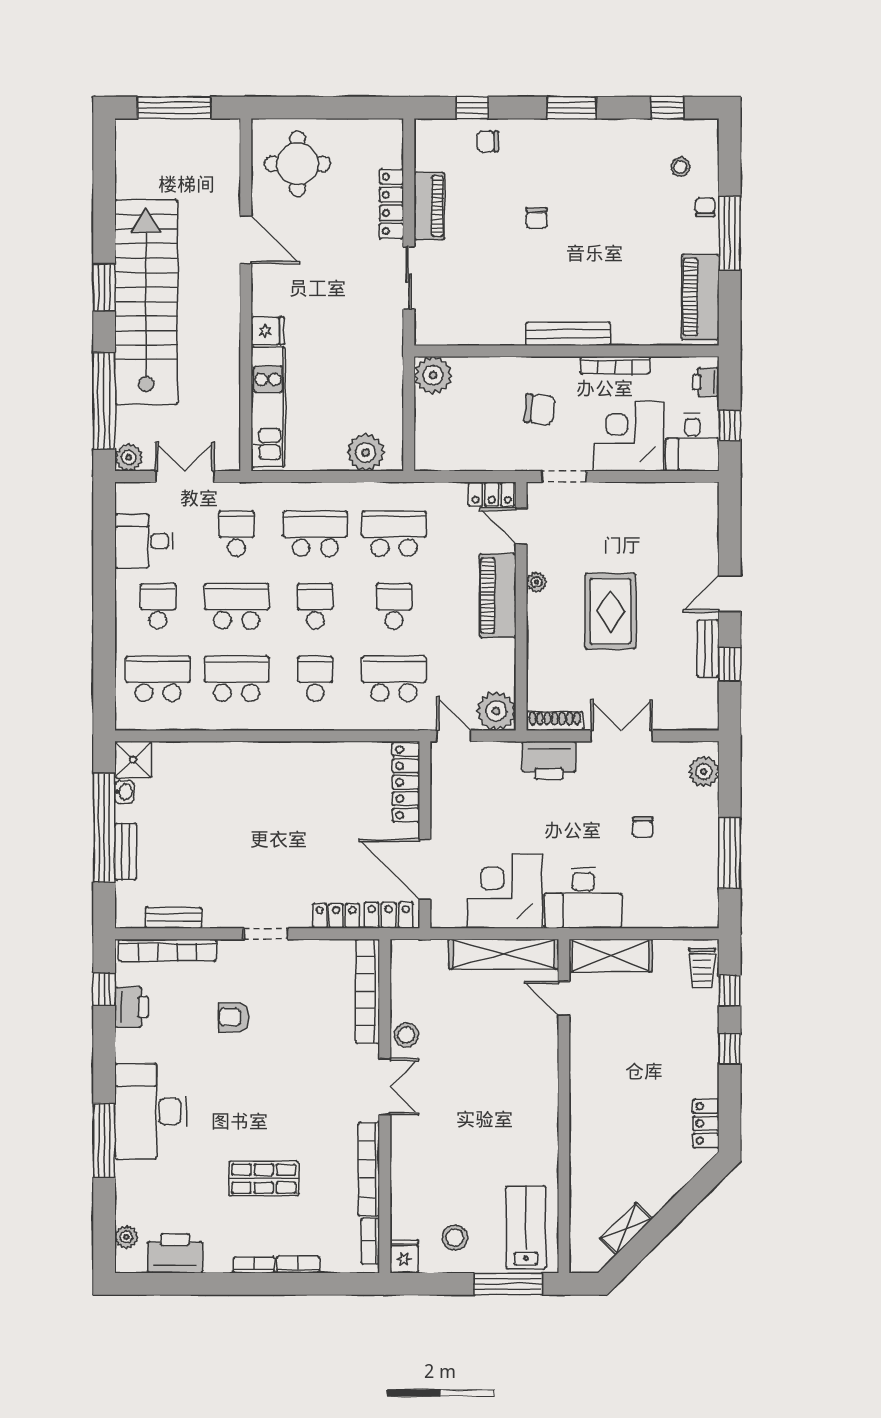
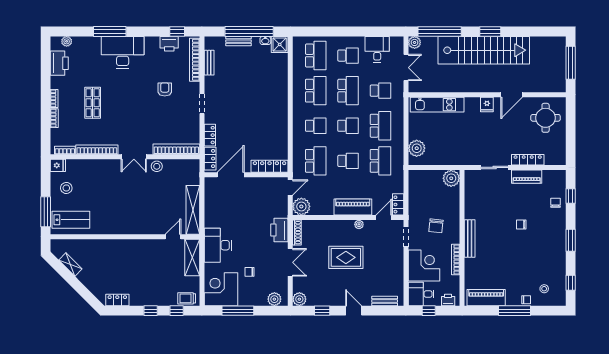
fridge: (268, 331) -> (487, 105), moved
bench: (708, 649) -> (385, 301), moved
plant: (704, 715) -> (299, 299), added
corner desk: (505, 891) -> (221, 289), moved, turned -90

